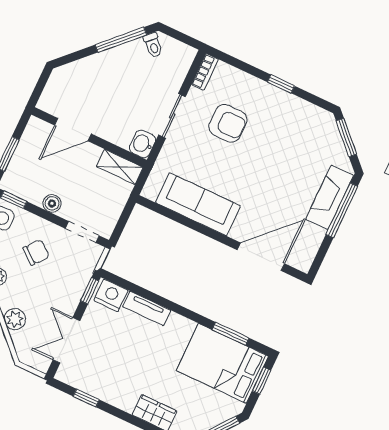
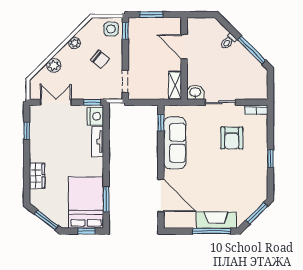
toilet: (153, 45) -> (228, 42), moved
boiler: (52, 203) -> (134, 55), removed
window: (162, 210) -> (161, 123), added

